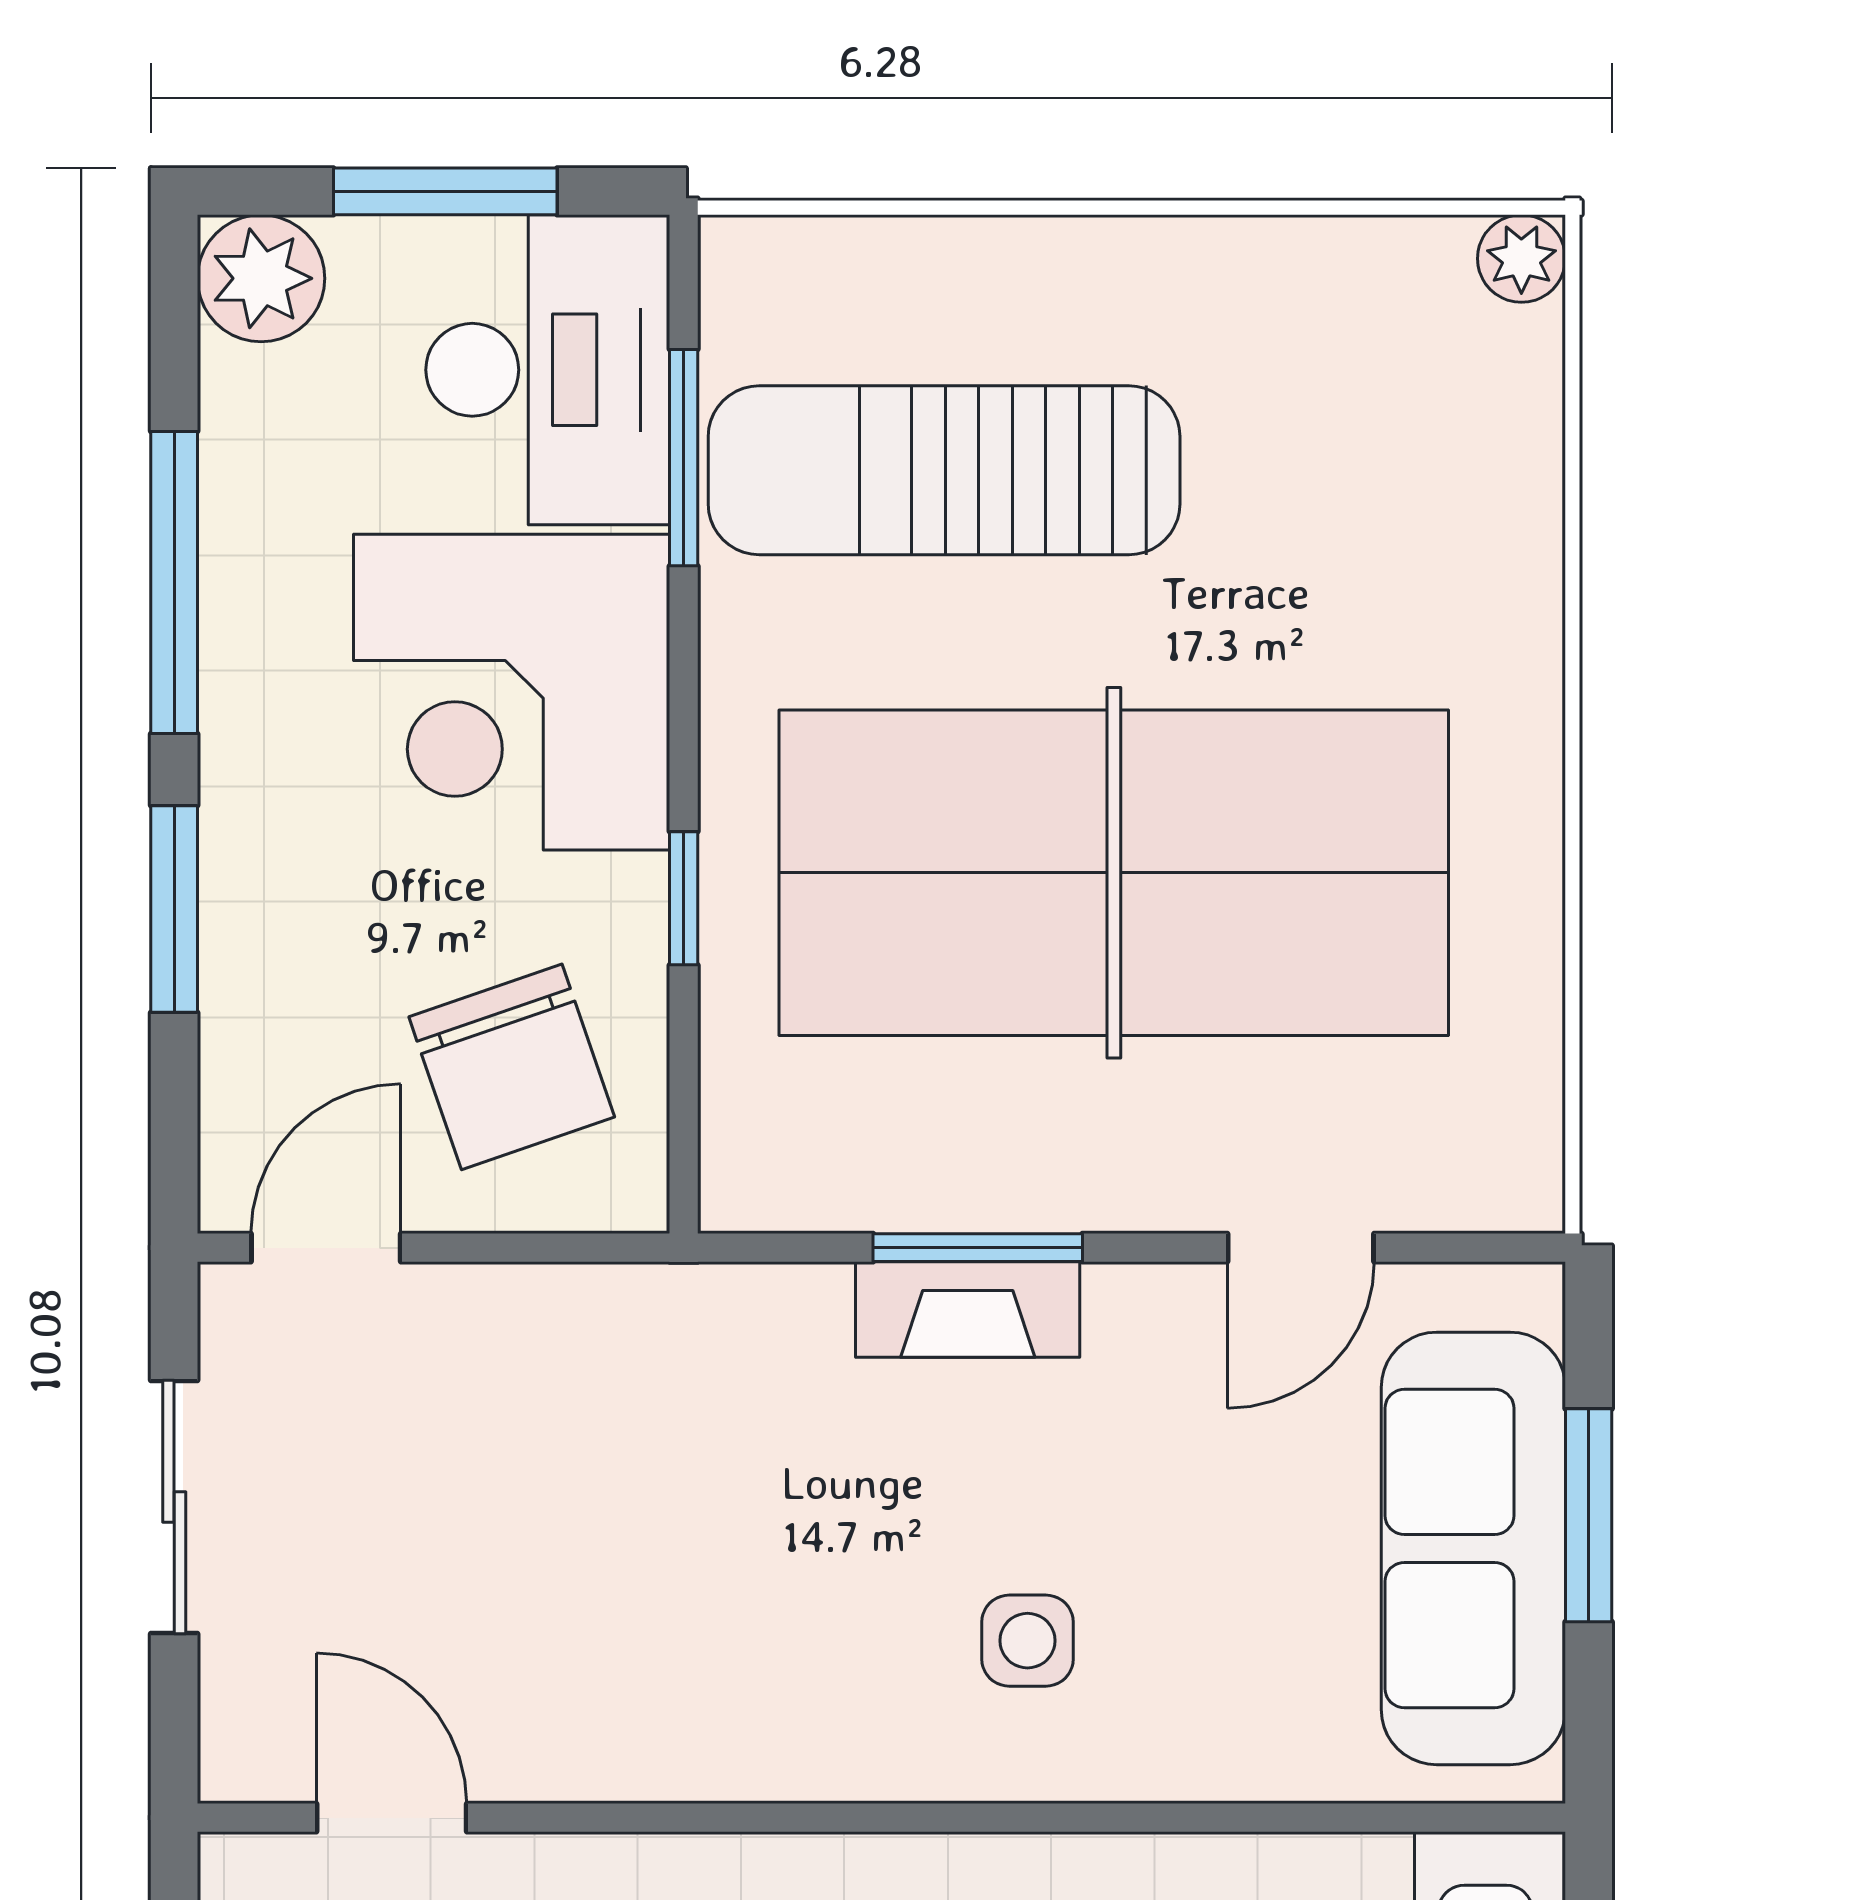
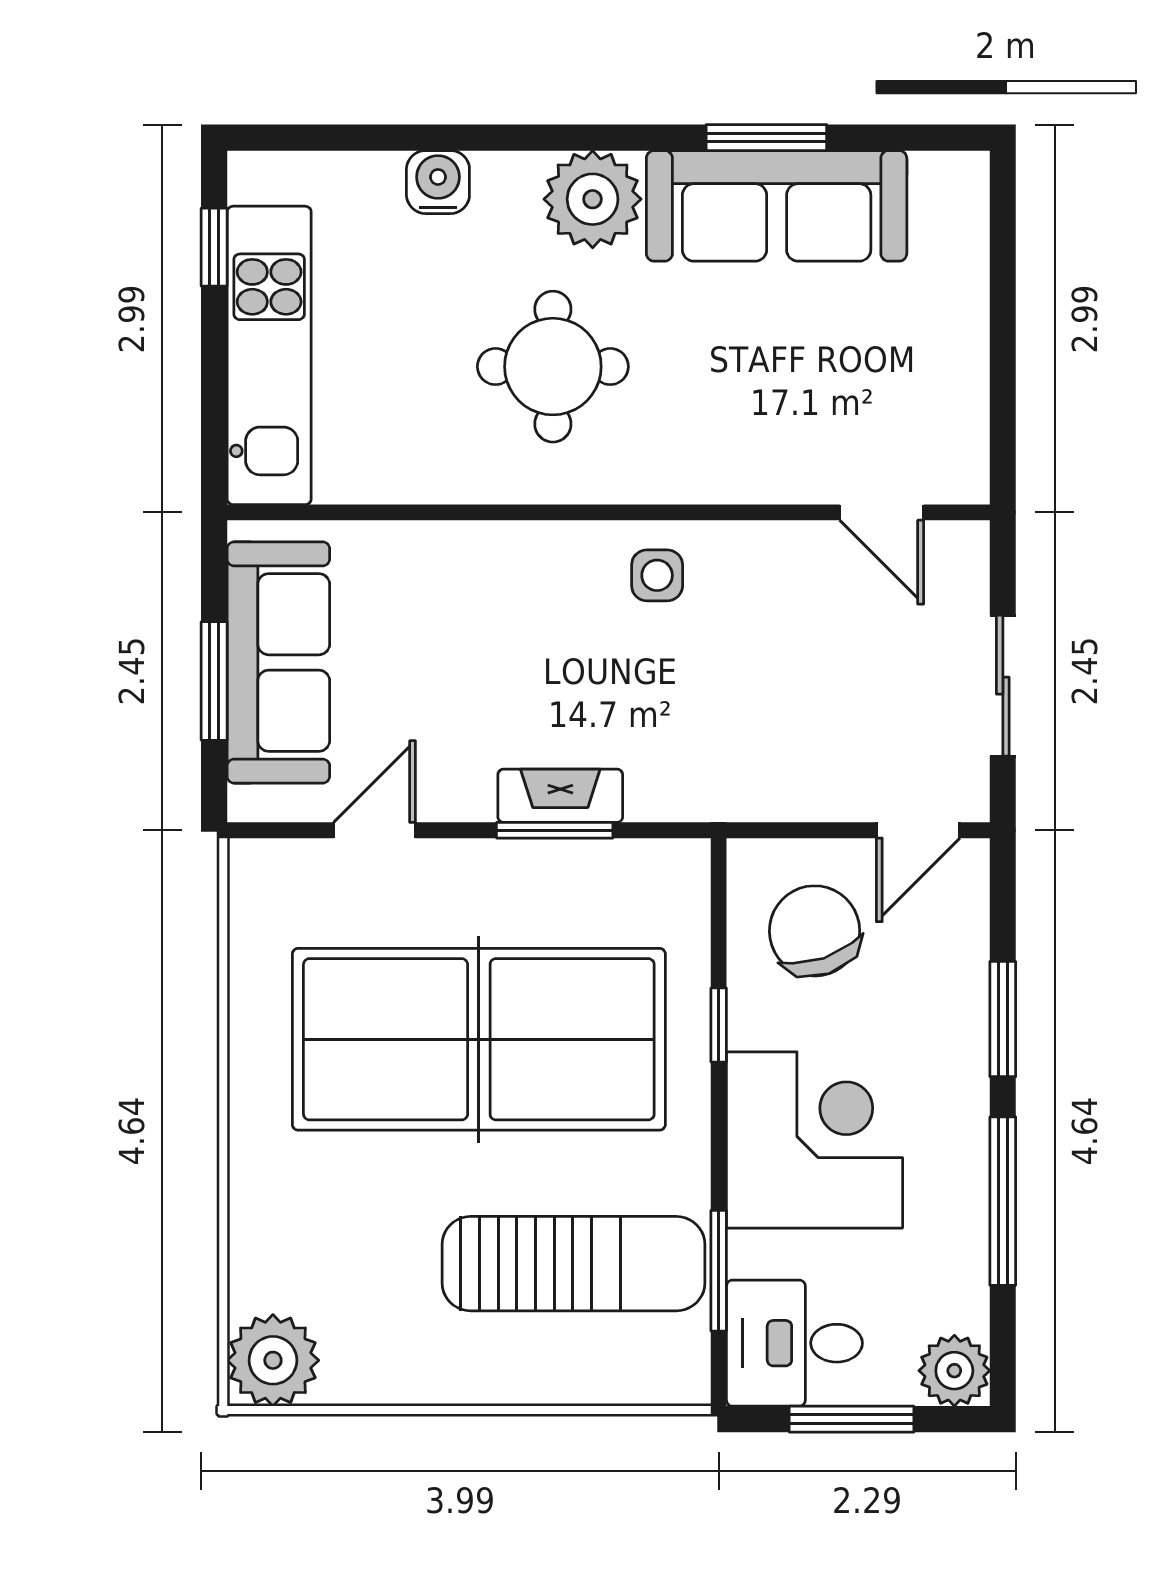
plant: (1521, 259) -> (273, 1360), width x1.87, depth x1.87
desk: (548, 370) -> (794, 1343), width x0.73
side table: (1027, 1641) -> (657, 575), moved

